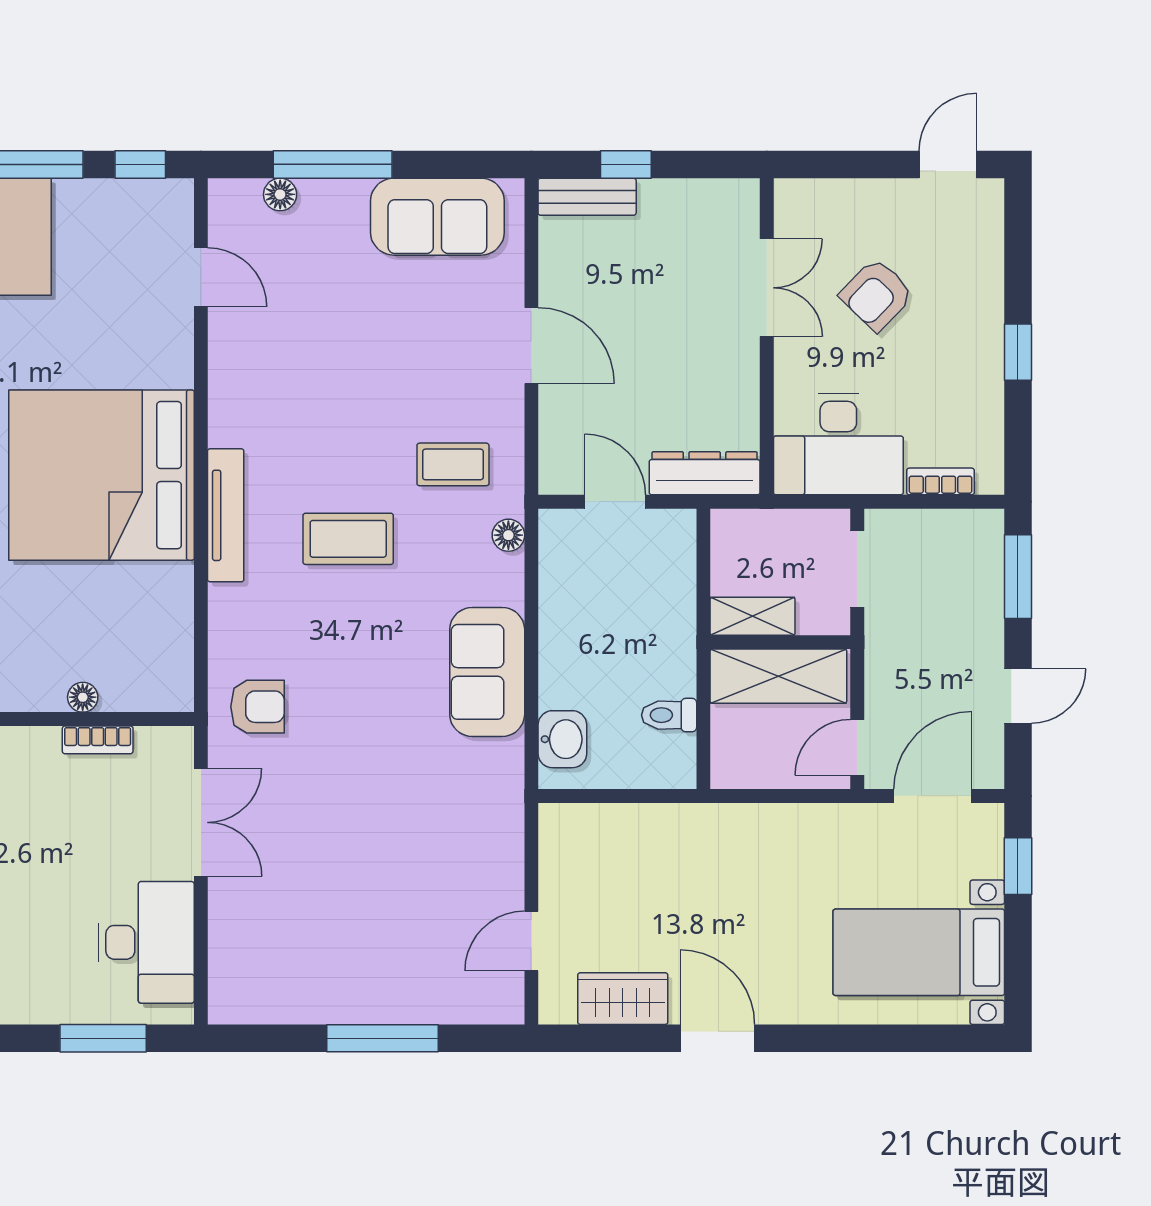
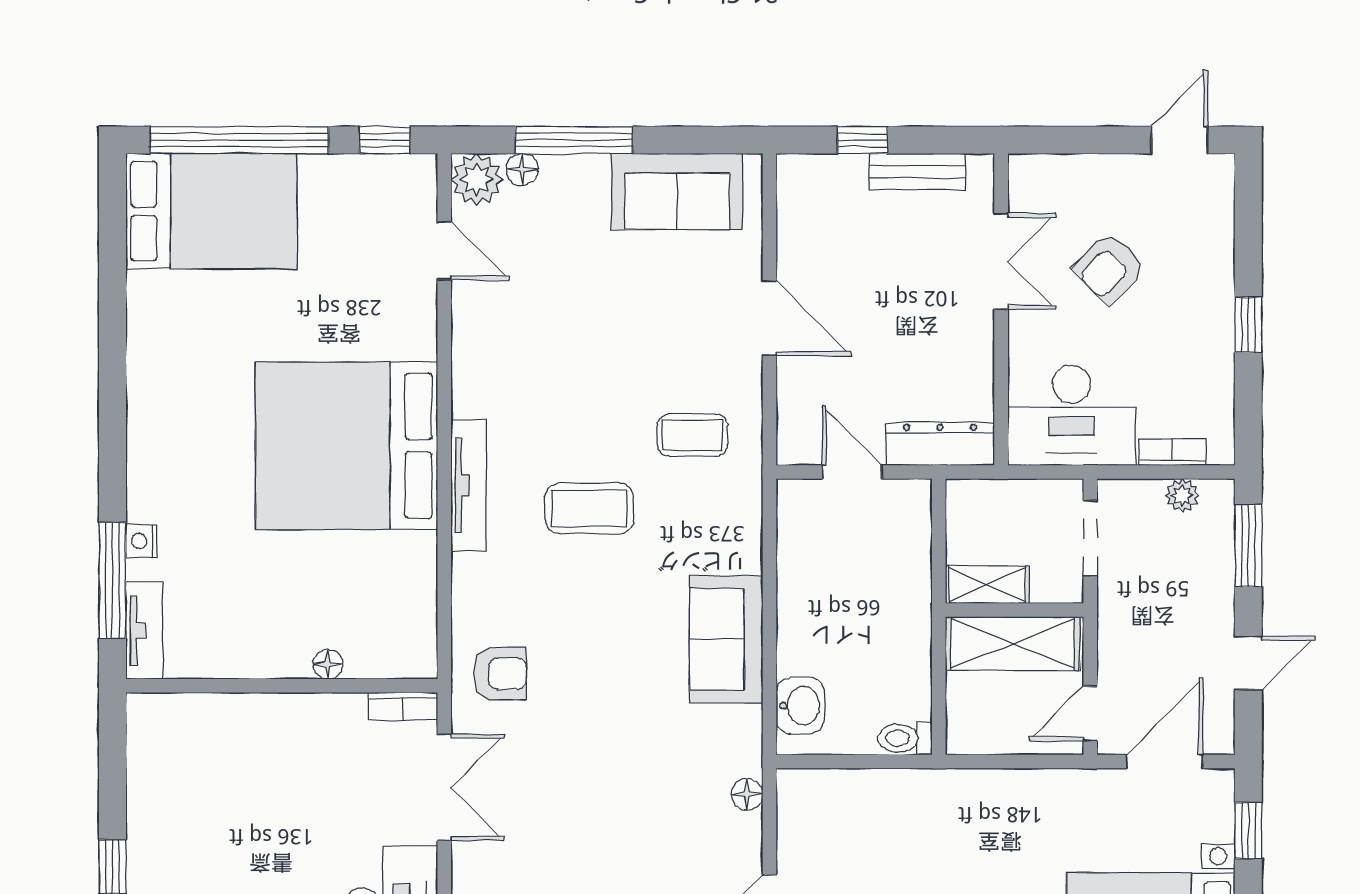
bench: (587, 197) -> (917, 172), moved
plant: (234, 204) -> (477, 179), added
plant: (951, 526) -> (1182, 495), added
floor lamp: (508, 535) -> (747, 794), moved
toilet: (669, 715) -> (905, 738), moved
bookcase: (98, 740) -> (403, 706), moved

